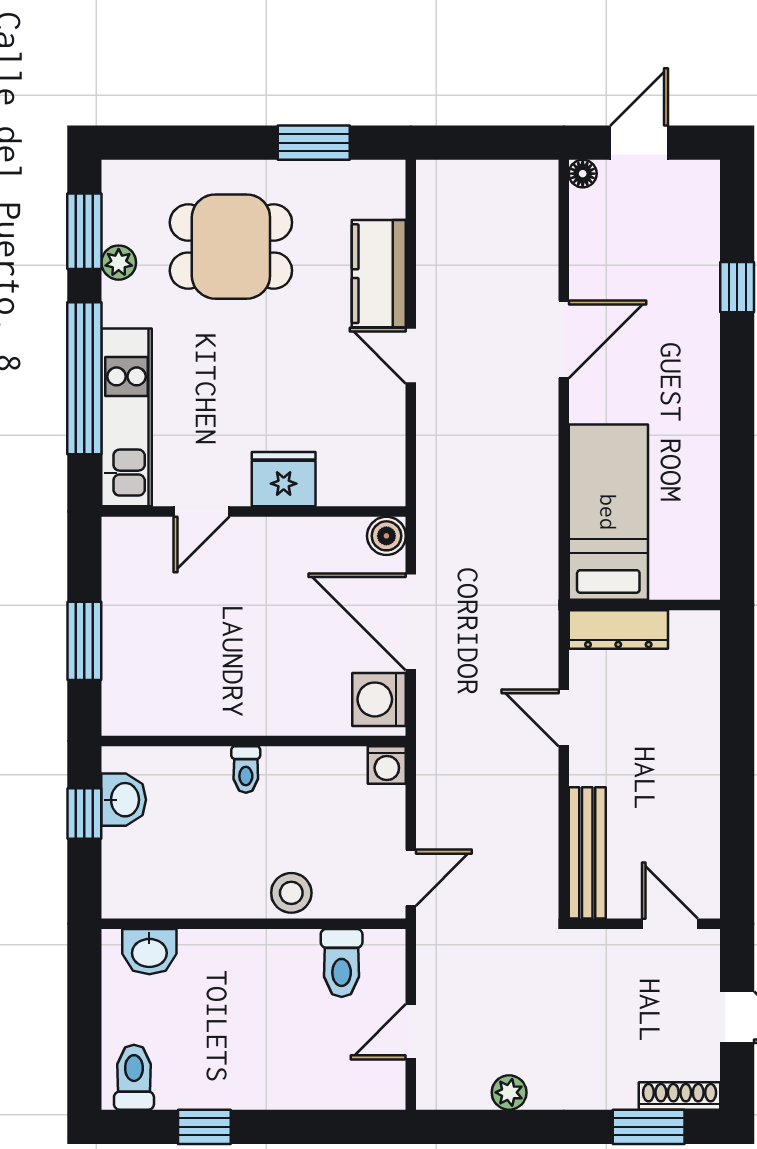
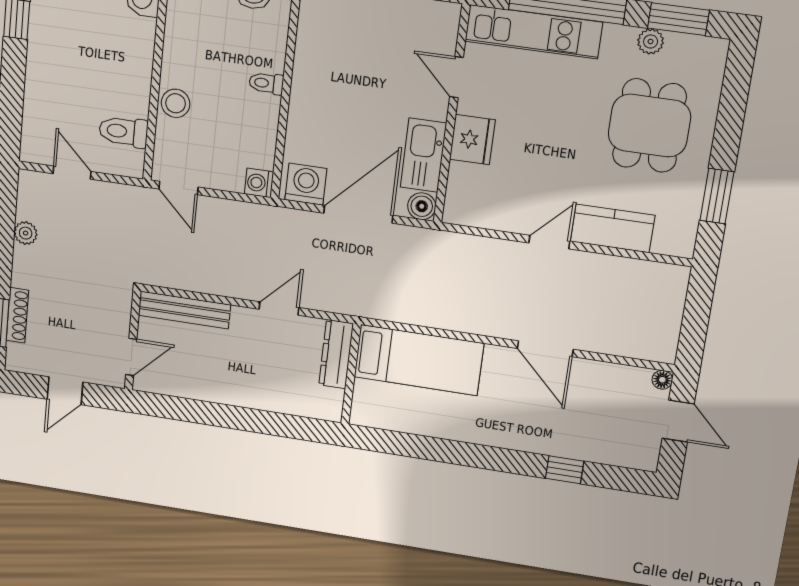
kitchen sink: (315, 543) -> (423, 155), added
shoe rack: (680, 1096) -> (17, 315), moved

